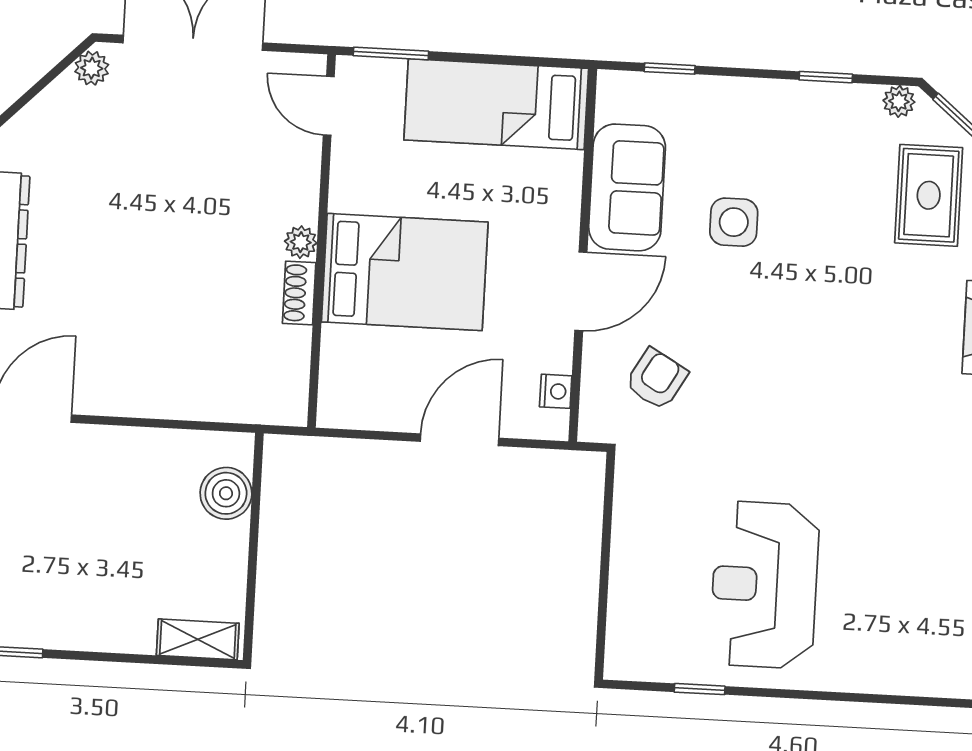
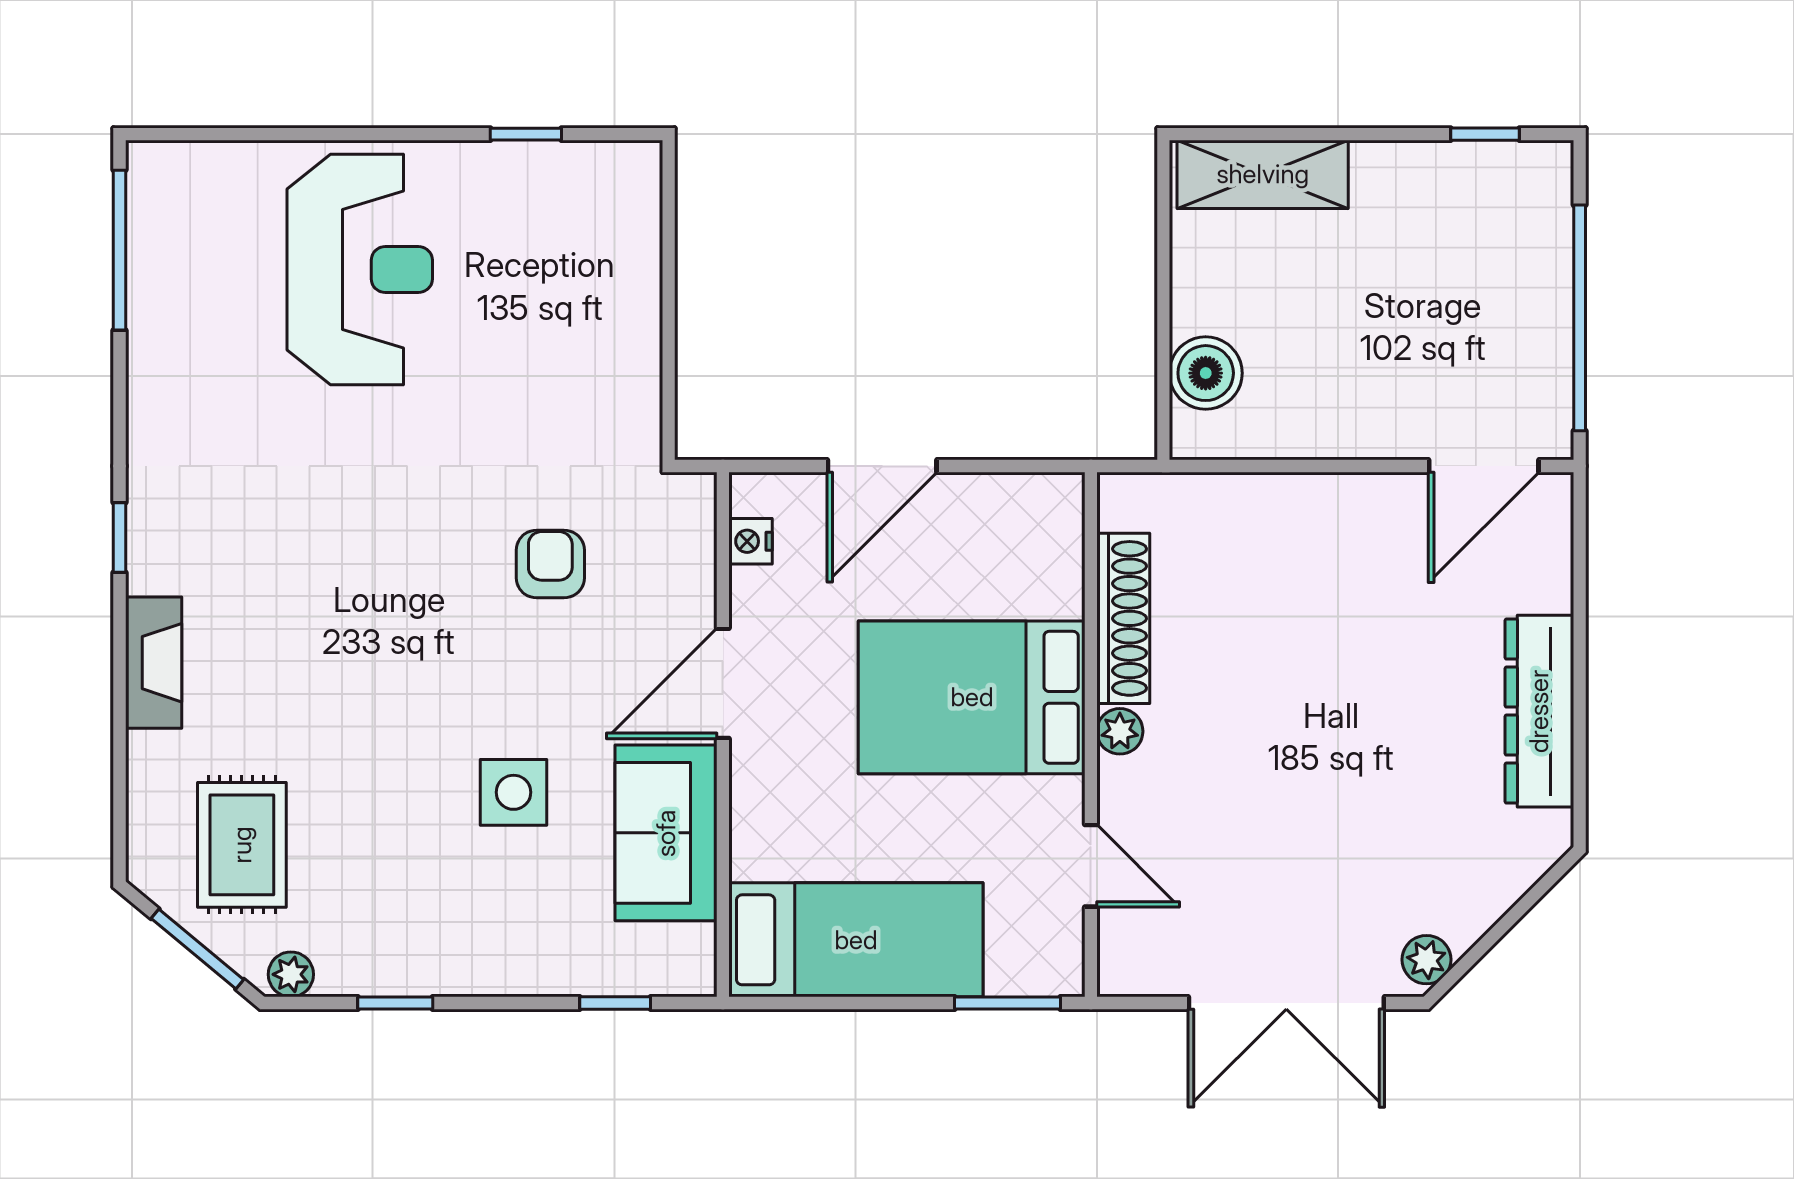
door: (329, 106) -> (1091, 866), moved
shoe rack: (299, 293) -> (1123, 618), width x1.94, depth x1.24
armchair: (656, 379) -> (550, 564), moved, turned 150
reception desk: (764, 585) -> (360, 270), moved
shelving: (198, 639) -> (1263, 174), width x1.50, depth x1.33

